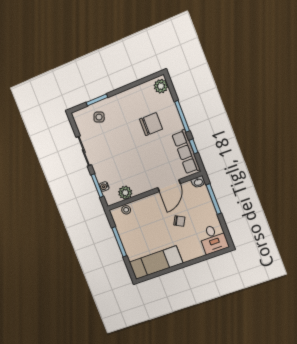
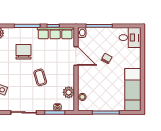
coffee table: (129, 154) -> (40, 77), added

